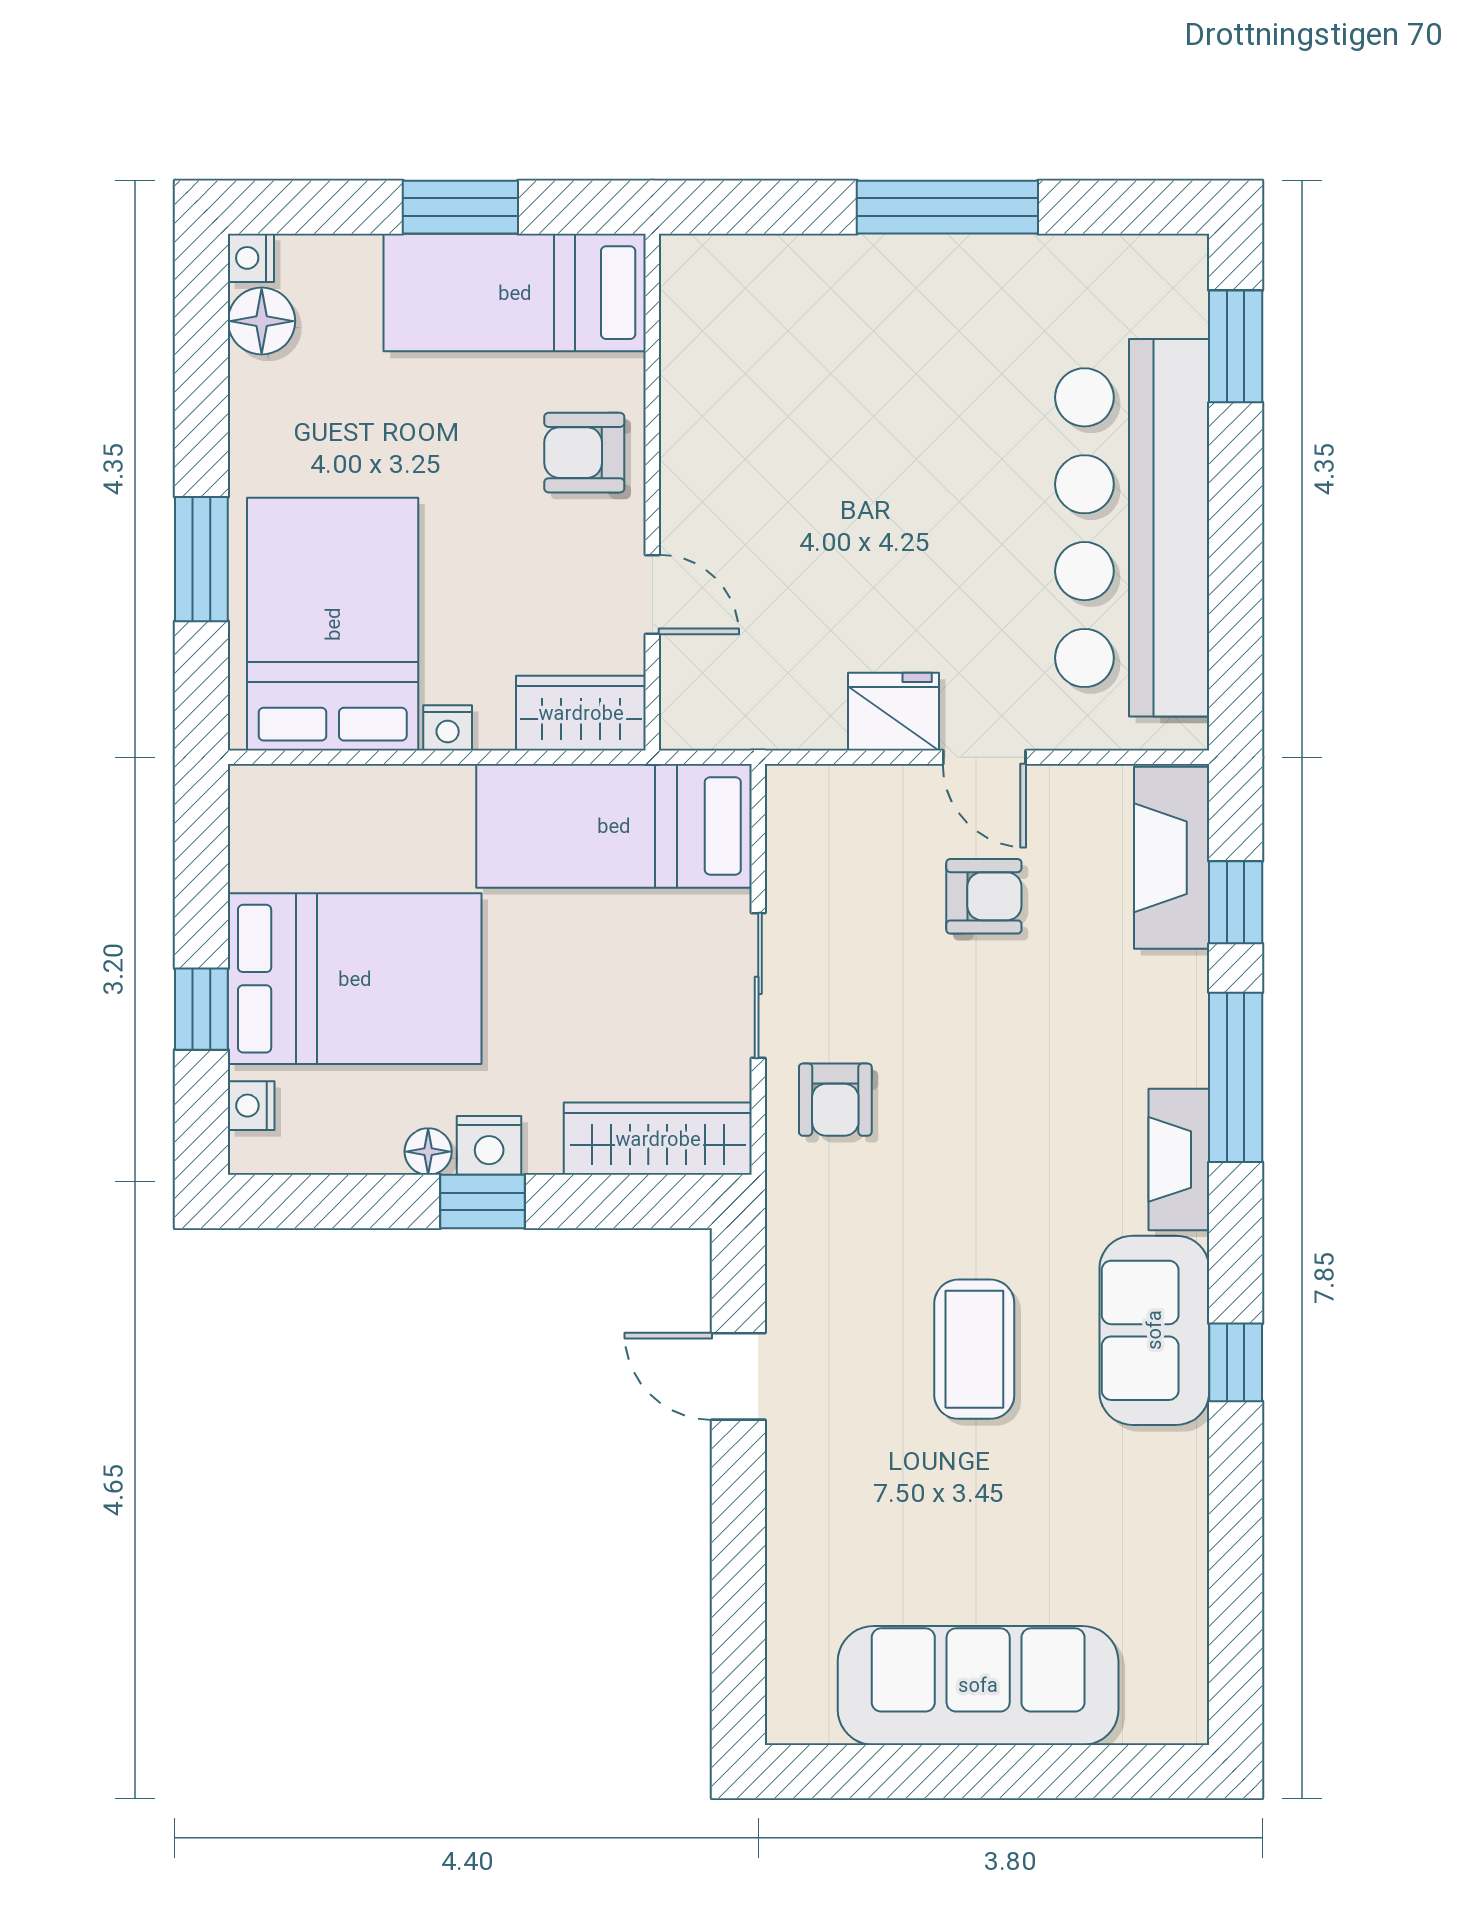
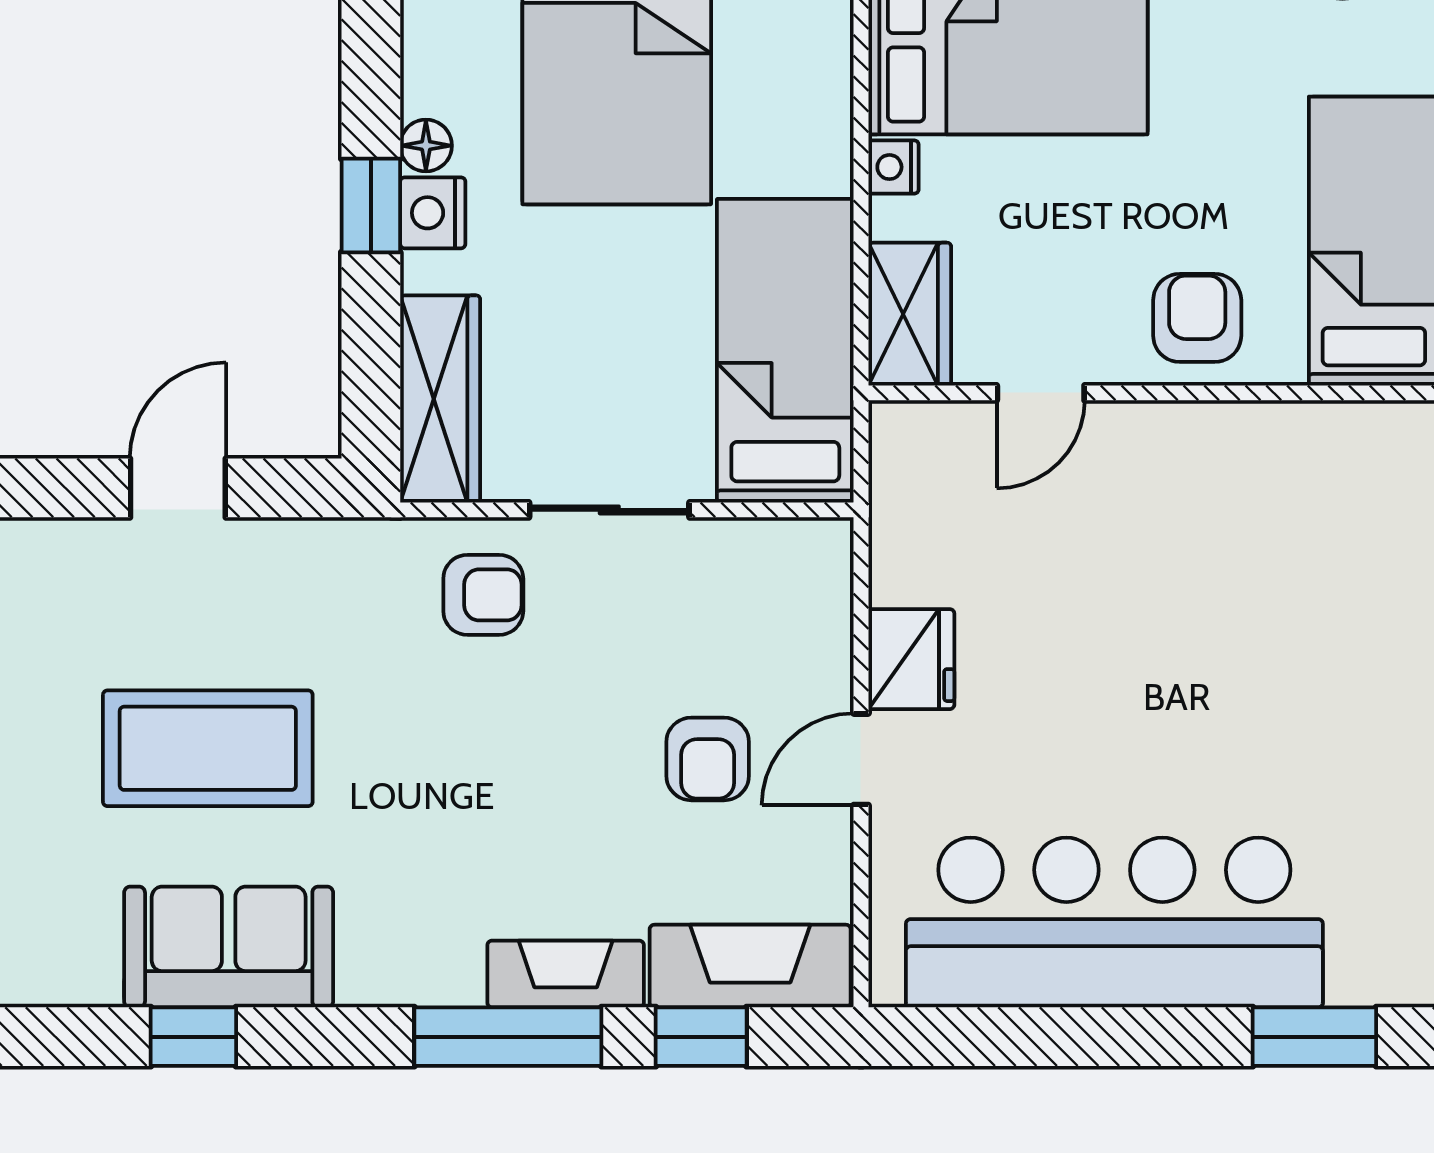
armchair: (835, 1100) -> (483, 595), turned 180
fireplace: (1179, 1159) -> (566, 974), moved
coffee table: (974, 1349) -> (208, 748), width x1.36, depth x1.32

